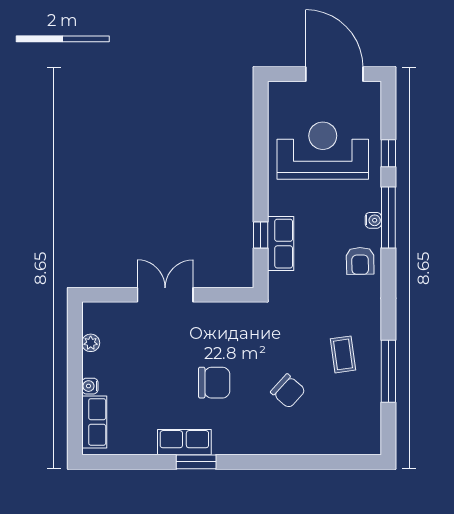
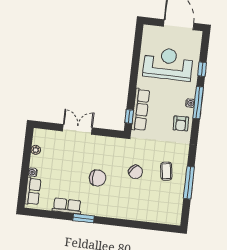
window: (261, 235) -> (129, 116), moved
row of seats: (281, 244) -> (140, 110), width x1.48
chair: (288, 391) -> (135, 172), moved
row of seats: (184, 442) -> (67, 206), moved

